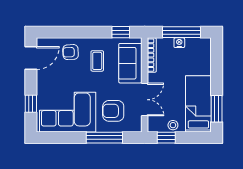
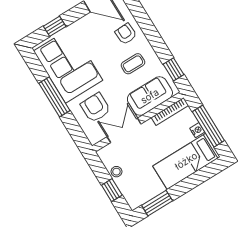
double door: (145, 100) -> (124, 130), swing flipped
bed: (198, 104) -> (186, 161), moved, turned 180
window: (104, 138) -> (54, 97), moved
window: (166, 138) -> (112, 190), moved

